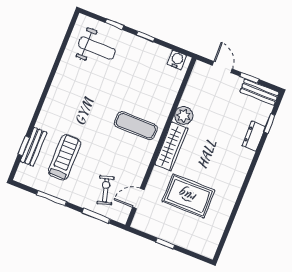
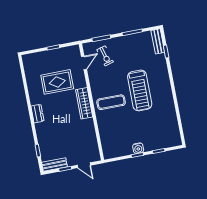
weight bench: (97, 48) -> (160, 132), removed
water cooler: (177, 60) -> (138, 148), moved
plant: (184, 116) -> (88, 125), removed
dresser: (254, 136) -> (37, 114), moved
bench: (34, 147) -> (158, 41), moved
treadmill: (64, 157) -> (140, 90), moved, width x1.37, depth x1.38

